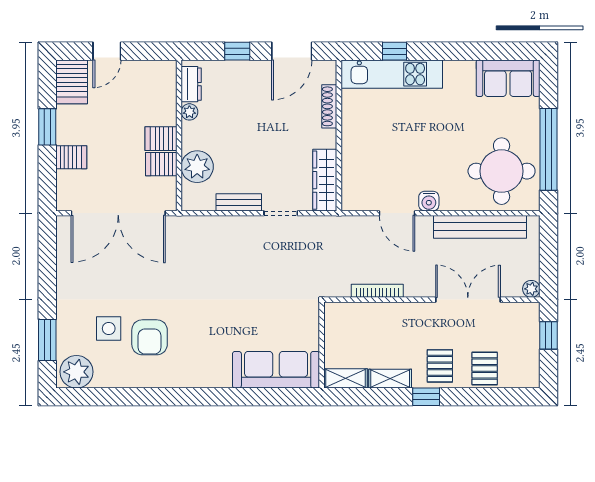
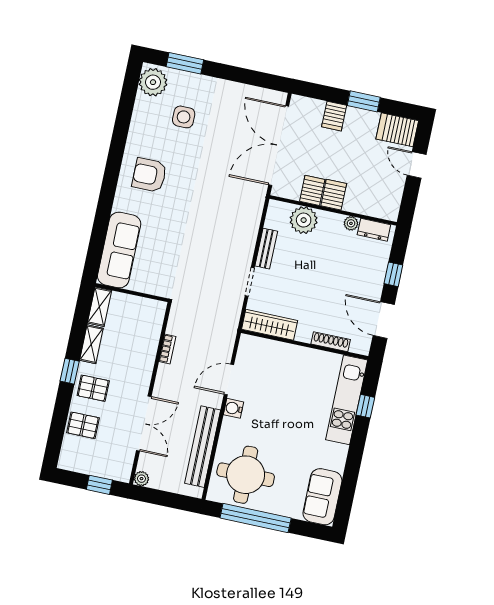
bookcase: (377, 291) -> (167, 349), width x0.64
armchair: (150, 337) -> (149, 175), moved

